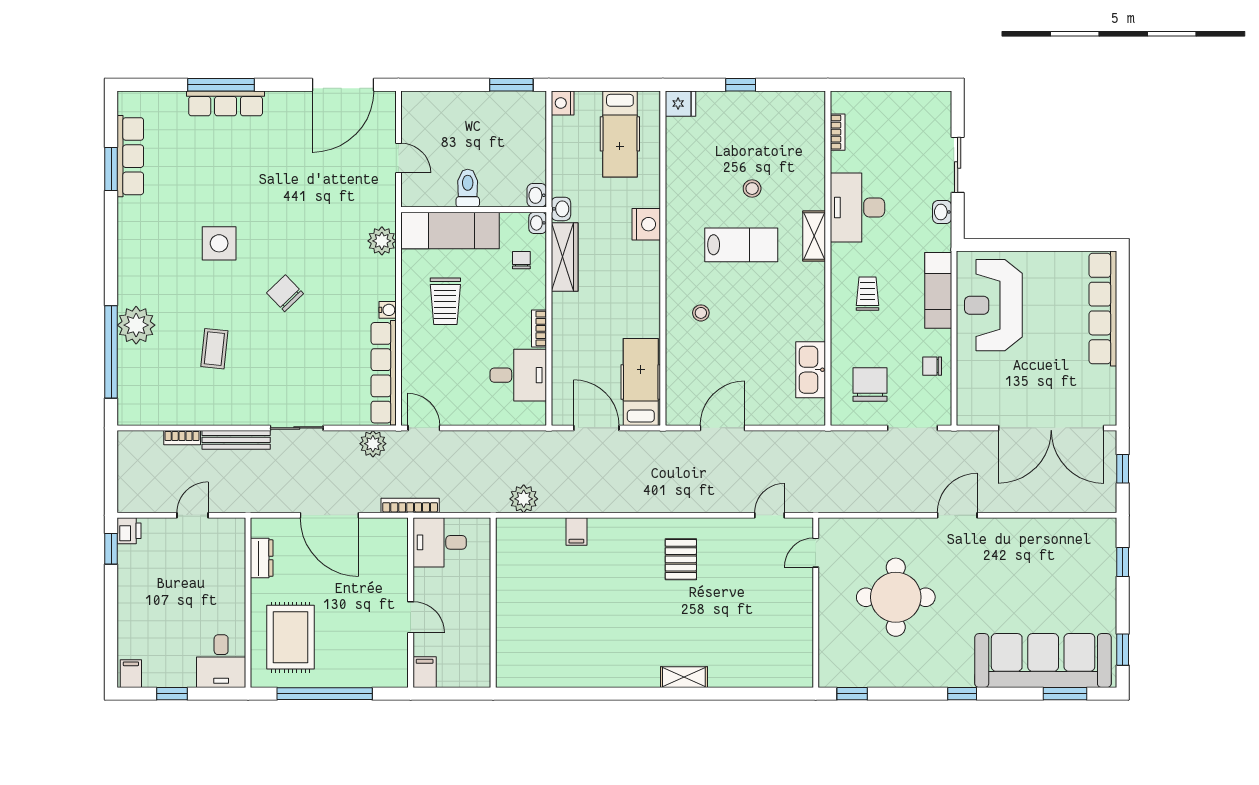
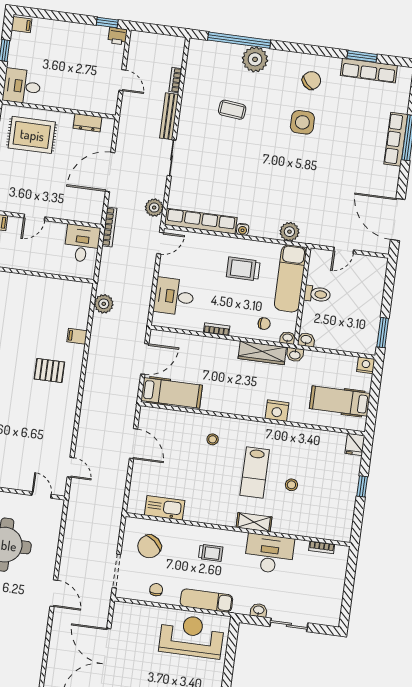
chair: (285, 293) -> (311, 80), moved
desk: (518, 375) -> (174, 296), moved, turned 90
chair: (870, 385) -> (149, 546), turned 130
pallet: (681, 559) -> (49, 370), moved

